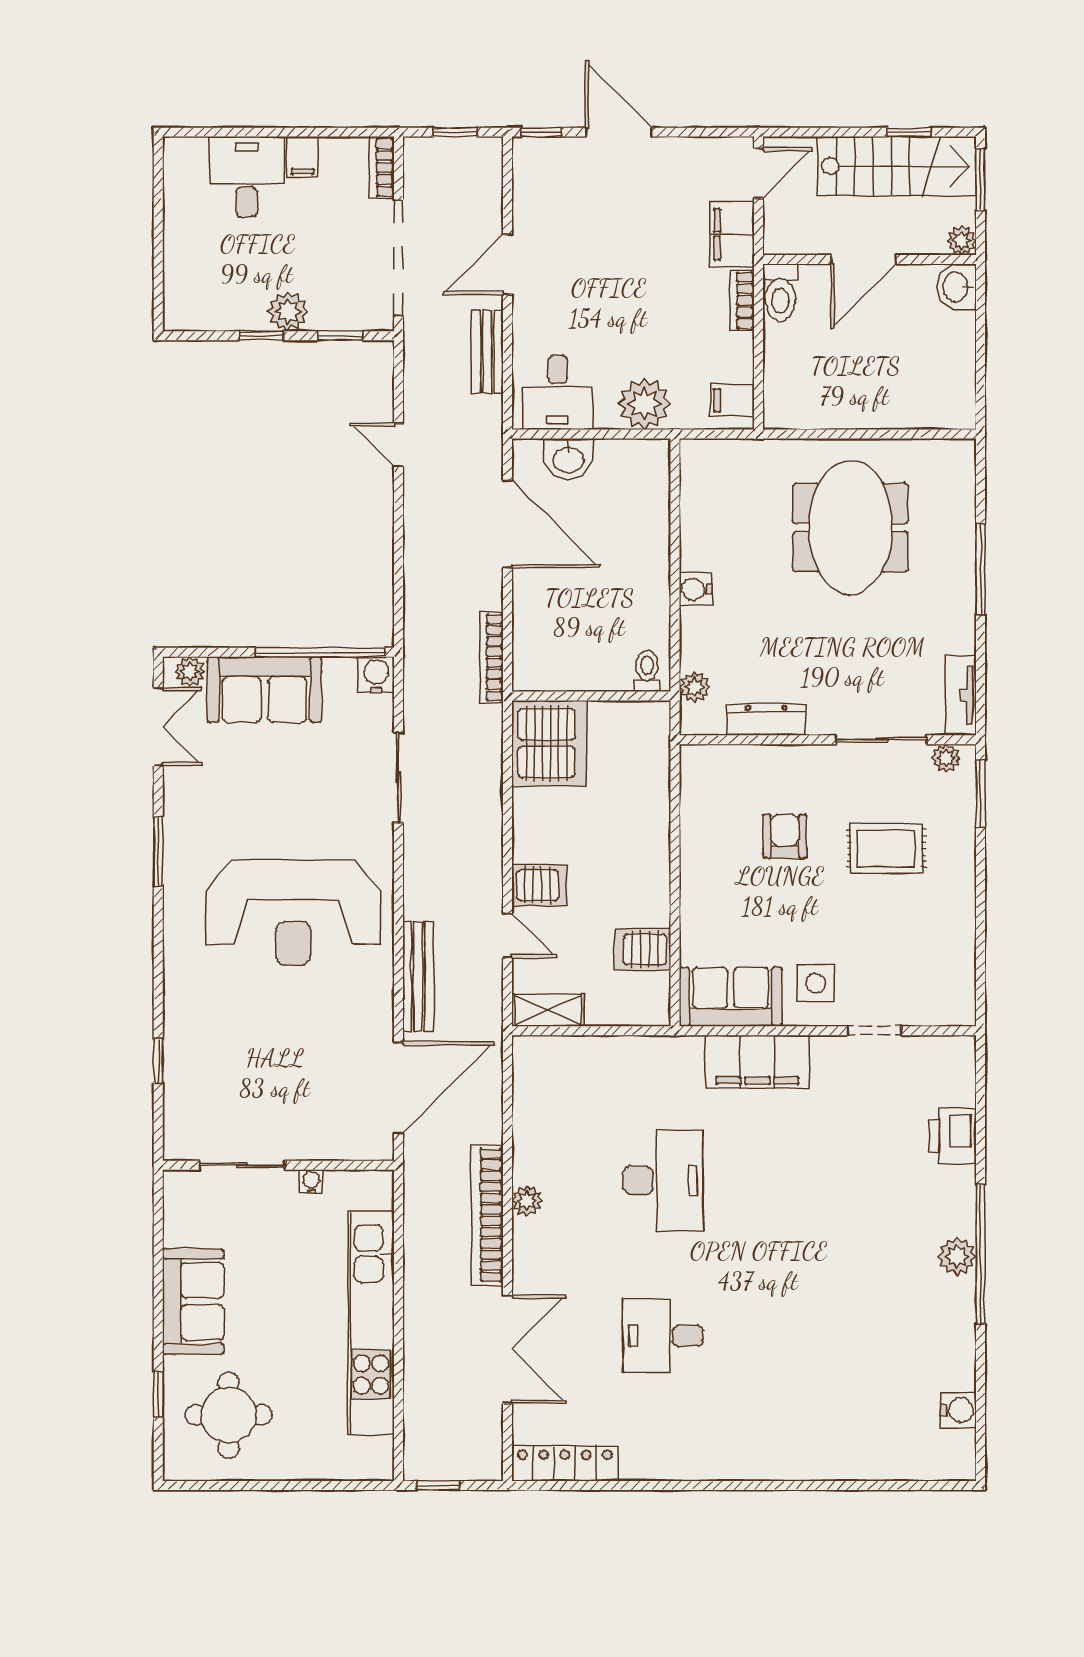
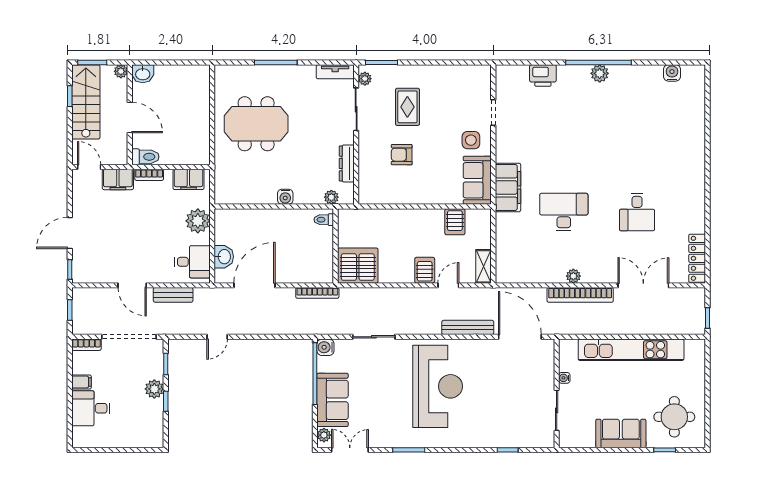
filing cabinet: (732, 400) -> (188, 179), width x2.00
filing cabinet: (757, 1062) -> (508, 187), moved

